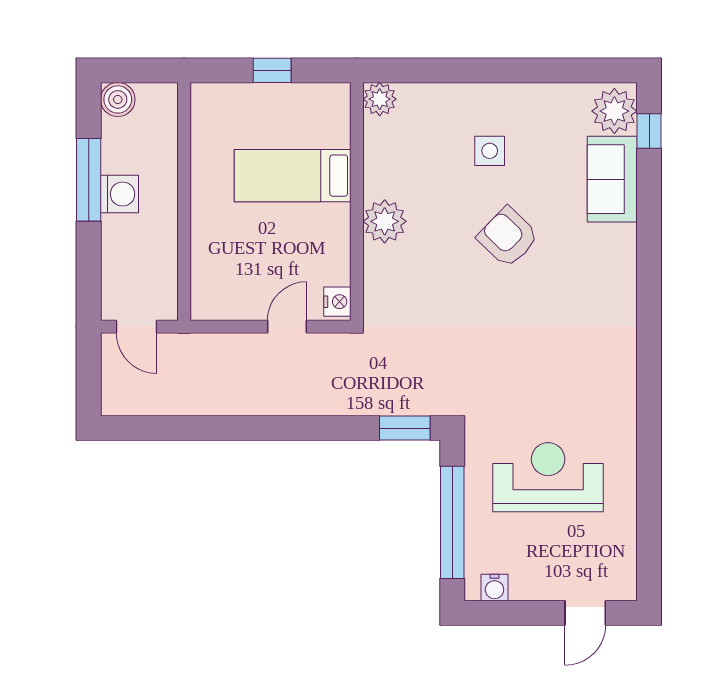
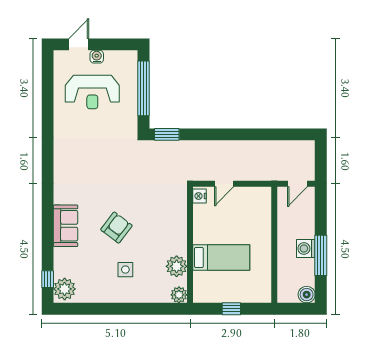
sofa: (612, 179) -> (66, 226), moved
plant: (385, 221) -> (177, 266), moved
armchair: (508, 237) -> (116, 228), turned -97
door: (136, 327) -> (297, 184), swing flipped
reception desk: (548, 477) -> (92, 92), moved
water cooler: (494, 588) -> (97, 57), moved

